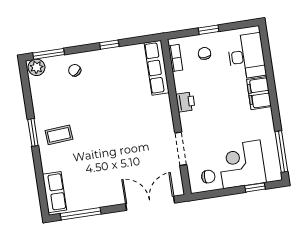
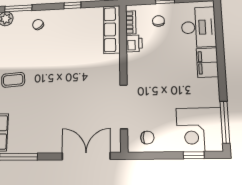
printer: (185, 102) -> (134, 43), moved
doorway: (181, 149) -> (124, 107), width x1.36
corner desk: (242, 164) -> (199, 130), moved, turned -90

